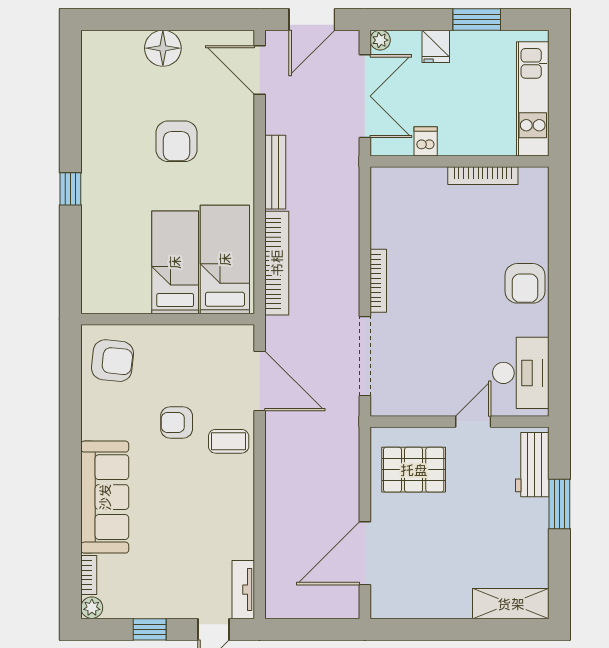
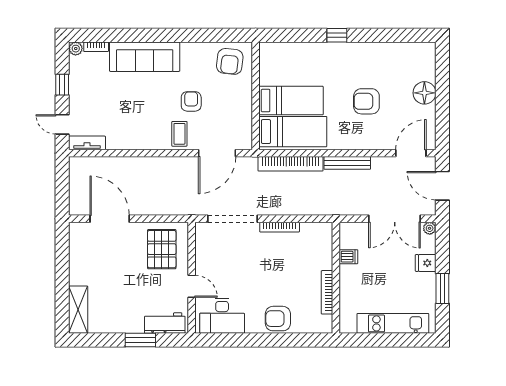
dishwasher: (426, 141) -> (348, 257), moved
wall: (459, 161) -> (336, 278), moved
bookcase: (483, 176) -> (327, 292), moved

